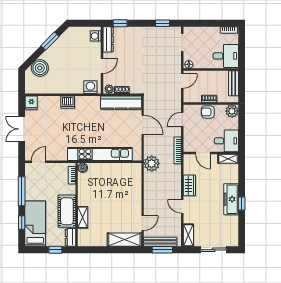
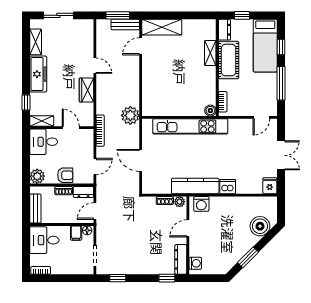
filing cabinet: (198, 62) -> (76, 233), added
dresser: (192, 98) -> (83, 192), added
kitchen counter: (121, 103) -> (195, 186), moved
window: (242, 203) -> (26, 102), moved
shelving: (188, 235) -> (36, 42), moved
bench: (160, 242) -> (125, 25), width x0.73

